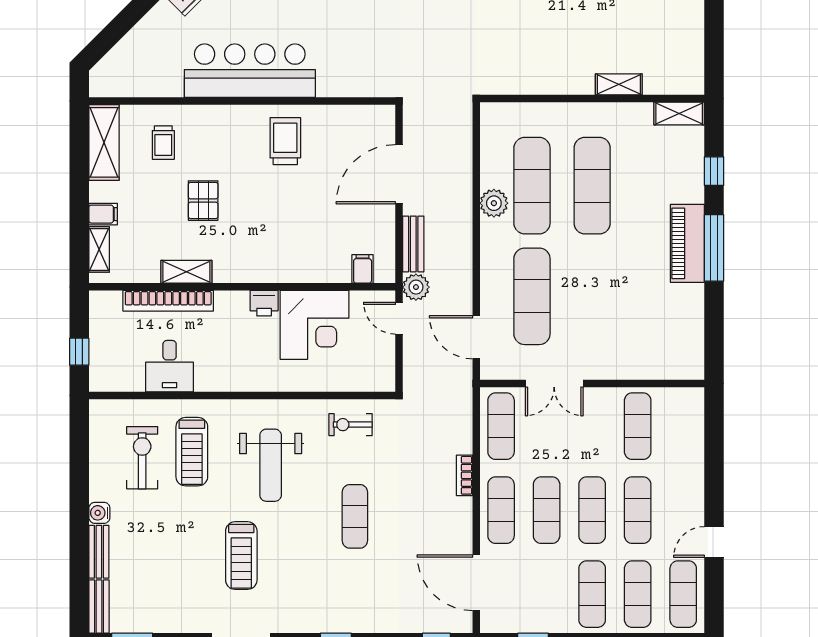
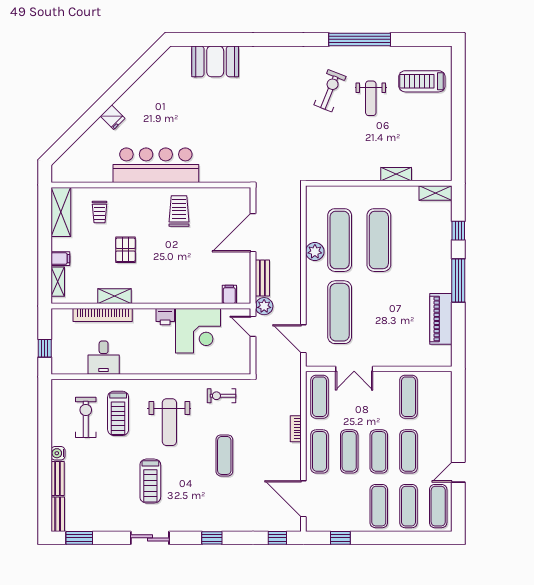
piano: (687, 243) -> (441, 319), moved

